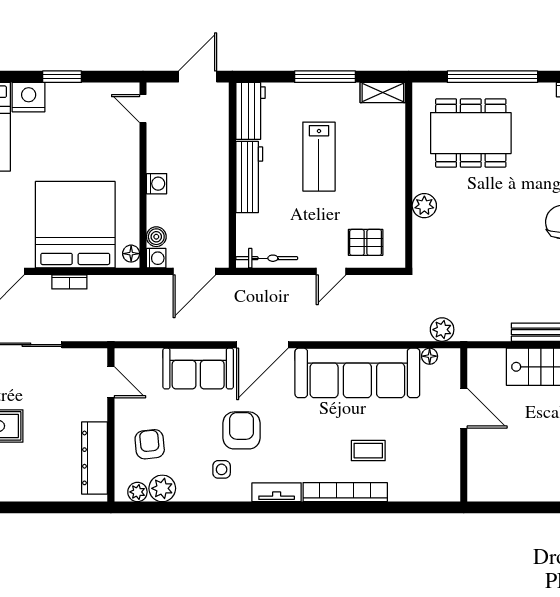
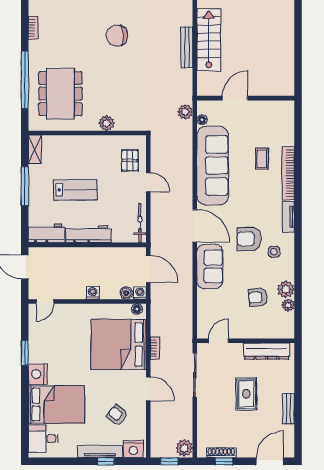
door: (111, 382) -> (218, 341), moved
wall: (111, 425) -> (246, 341), moved
dresser: (95, 458) -> (267, 351), moved

